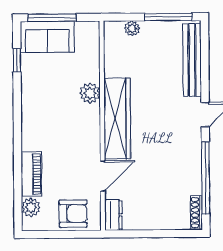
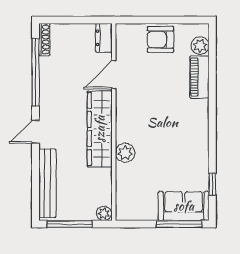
plant: (90, 93) -> (125, 153), moved
wardrobe: (117, 118) -> (100, 129), moved
wall: (102, 126) -> (114, 122), moved
door: (103, 176) -> (114, 75), moved
dresser: (113, 215) -> (104, 38), moved

